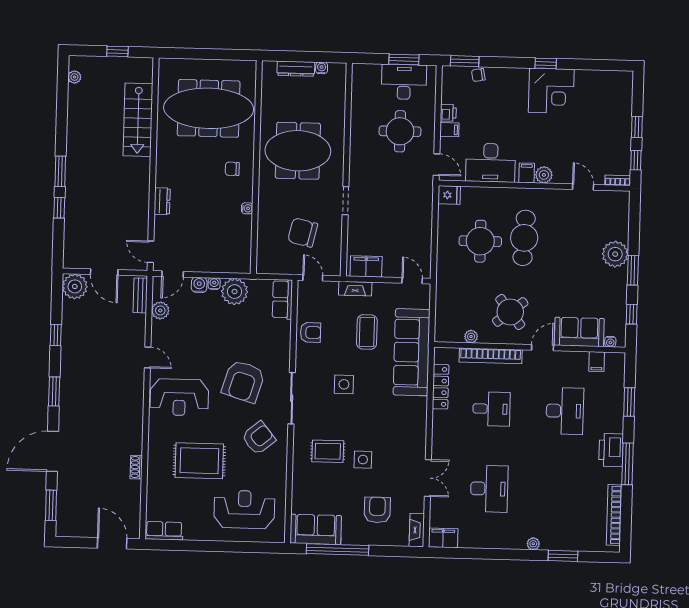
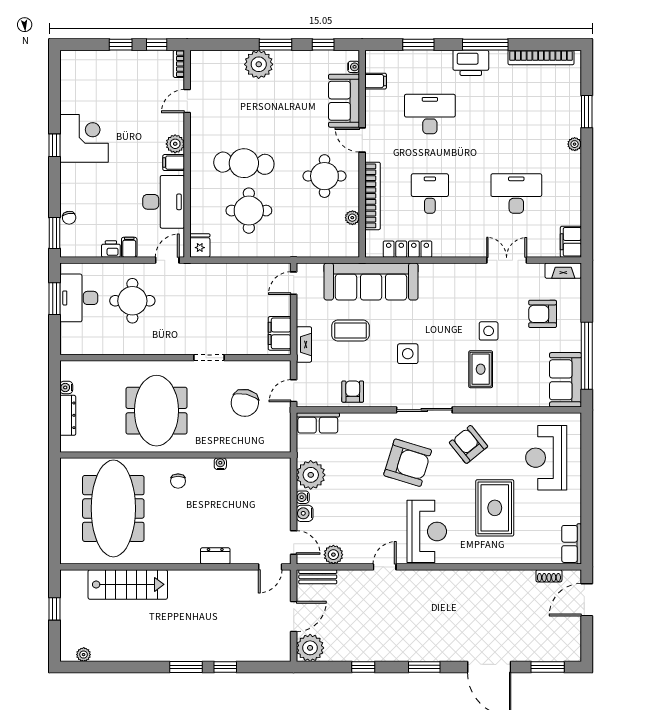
round table: (510, 312) -> (324, 176), turned 38
shoe rack: (136, 467) -> (549, 576), moved

